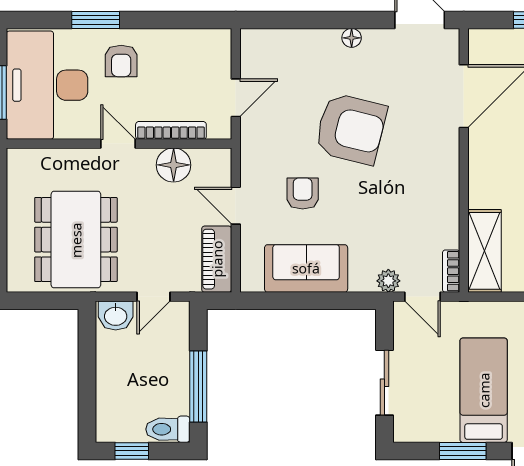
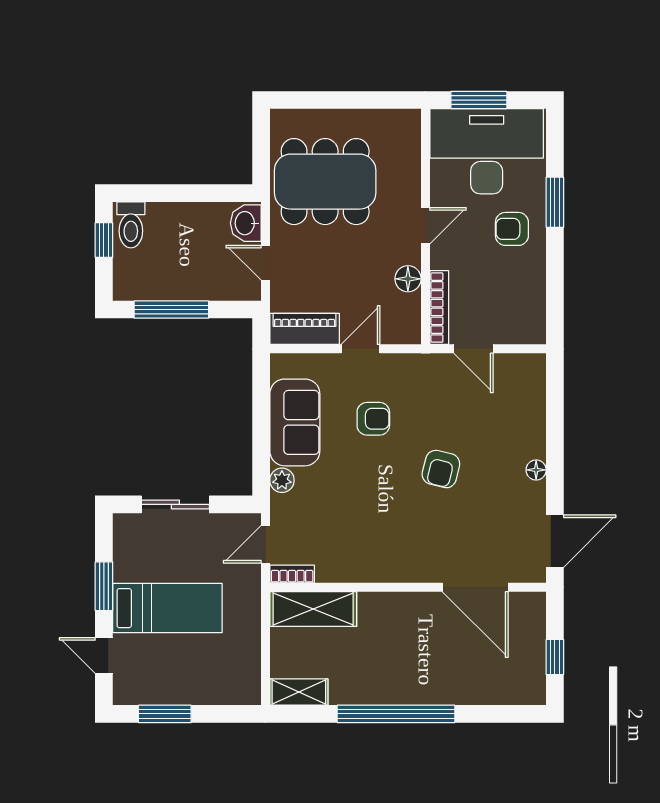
armchair: (351, 129) -> (441, 469), width x0.53, depth x0.53
bookcase: (171, 130) -> (439, 308), moved
floor lamp: (174, 165) -> (408, 279), width x0.73, depth x0.73
plant: (388, 281) -> (282, 480), moved
toilet: (168, 429) -> (131, 225), moved, turned 180

